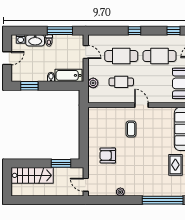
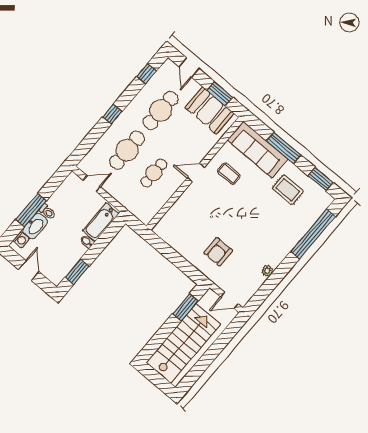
window: (60, 31) -> (31, 210), moved
plant: (93, 83) -> (130, 203), removed
coffee table: (131, 129) -> (229, 174), moved
stairs: (32, 175) -> (183, 343), width x1.36, depth x1.51

